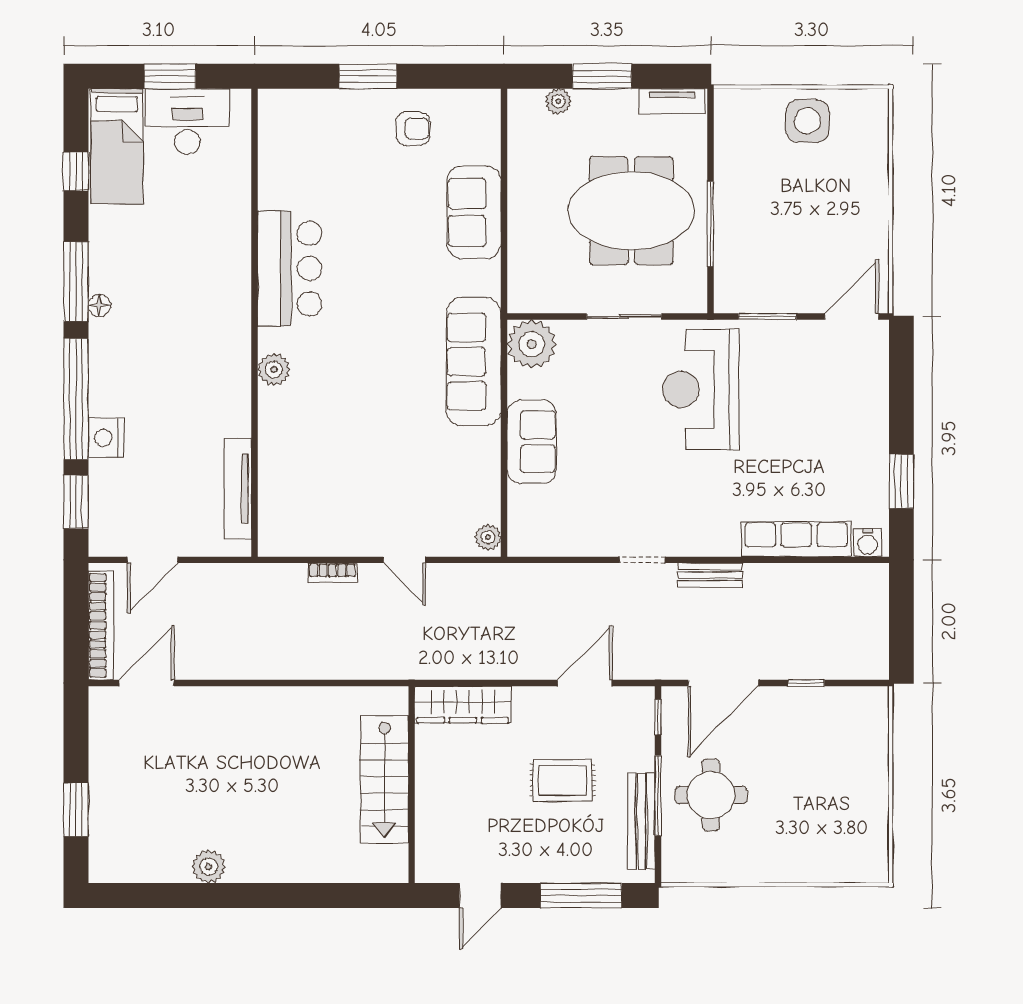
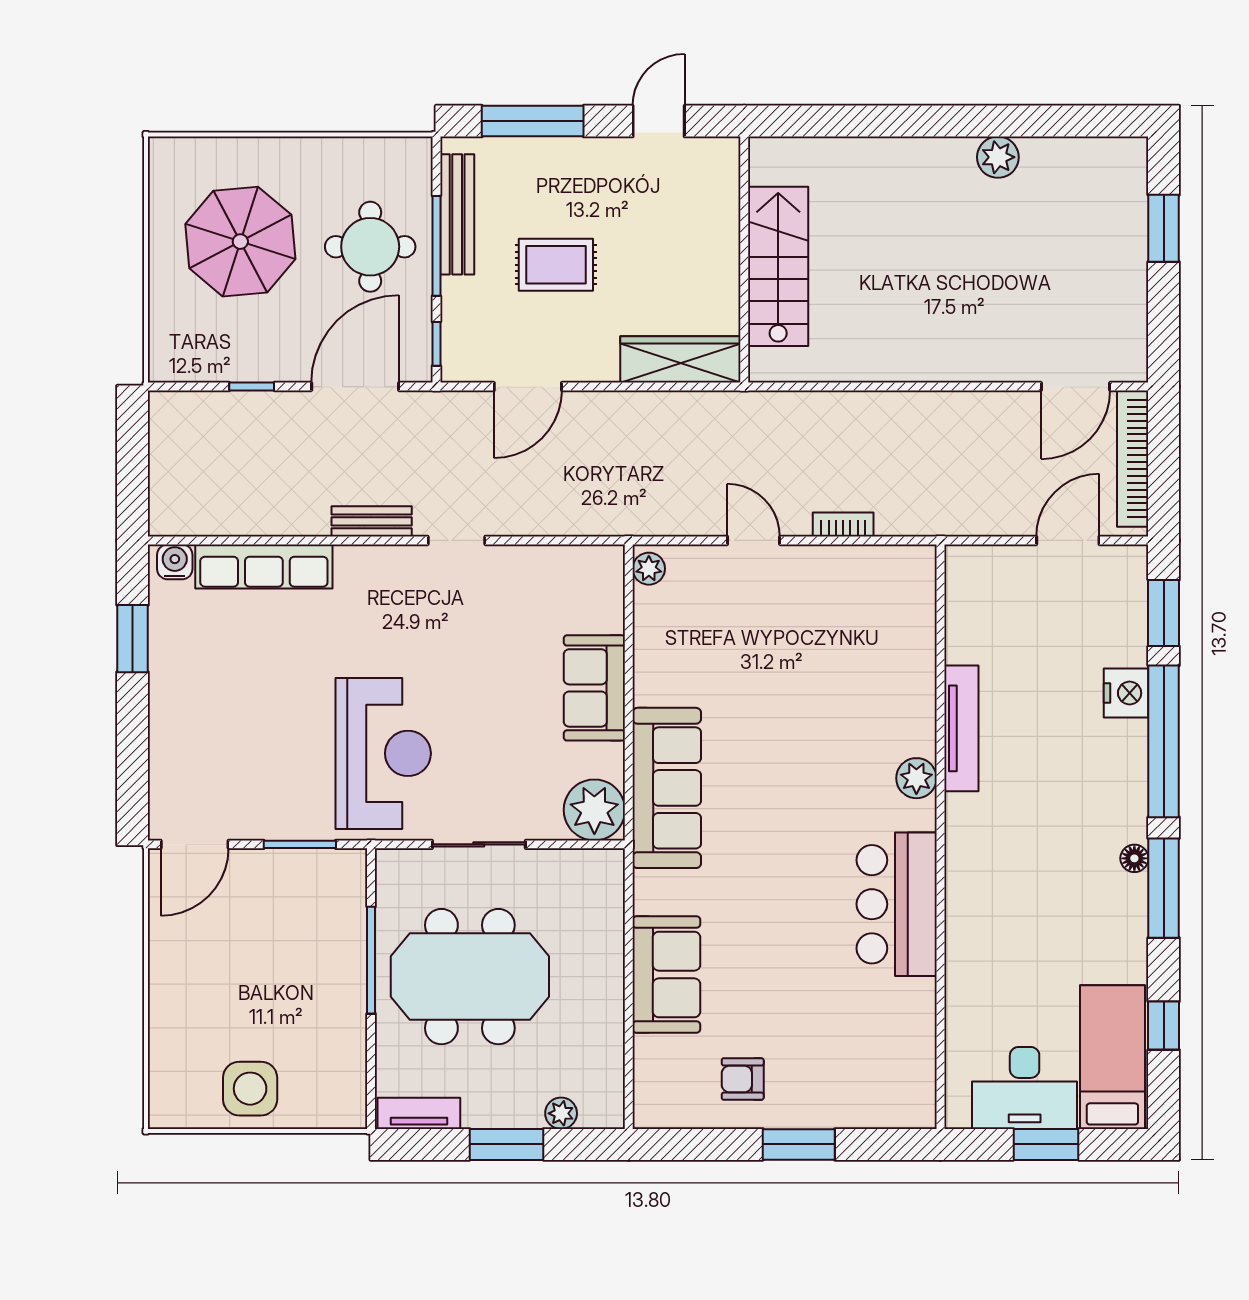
tv unit: (238, 489) -> (961, 728), moved
parasol: (815, 799) -> (240, 242), added

